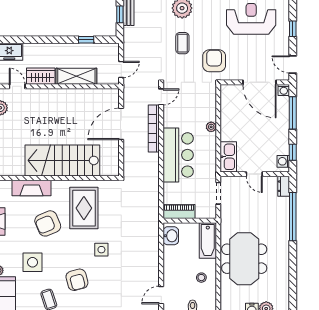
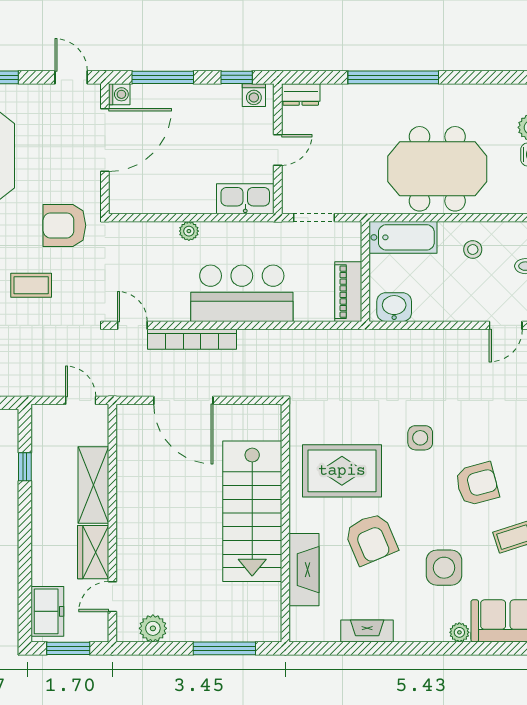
door: (293, 64) -> (71, 77), swing flipped
window: (293, 217) -> (393, 77), moved
door: (161, 295) -> (506, 325), hinge flipped

